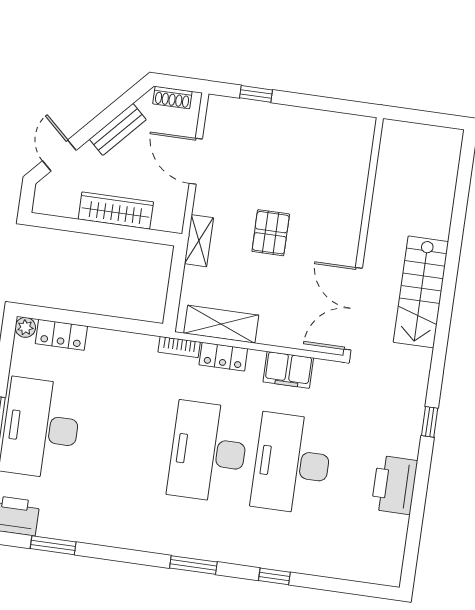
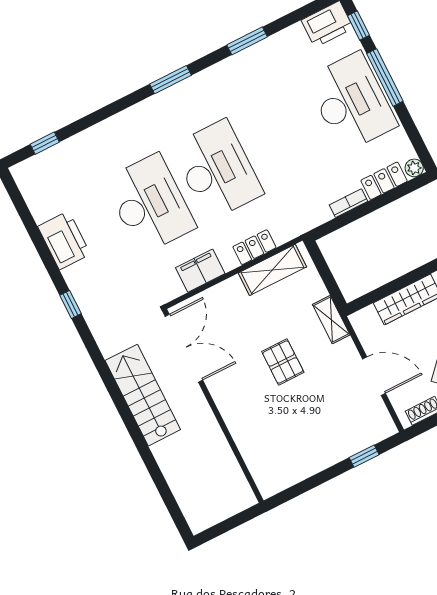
bookcase: (179, 347) -> (348, 203), moved
window: (53, 545) -> (247, 41), moved
window: (274, 576) -> (45, 143), moved

